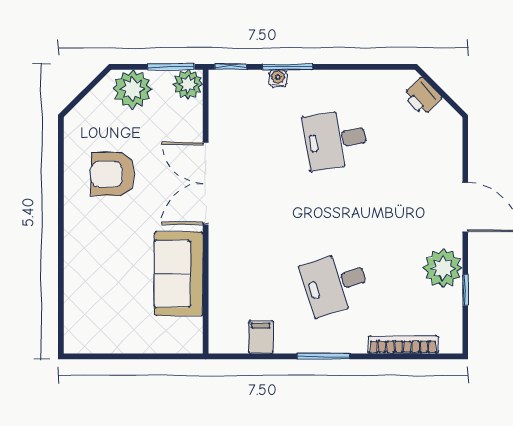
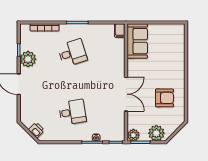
sofa: (179, 274) -> (137, 41), moved
filing cabinet: (261, 337) -> (120, 31), moved

